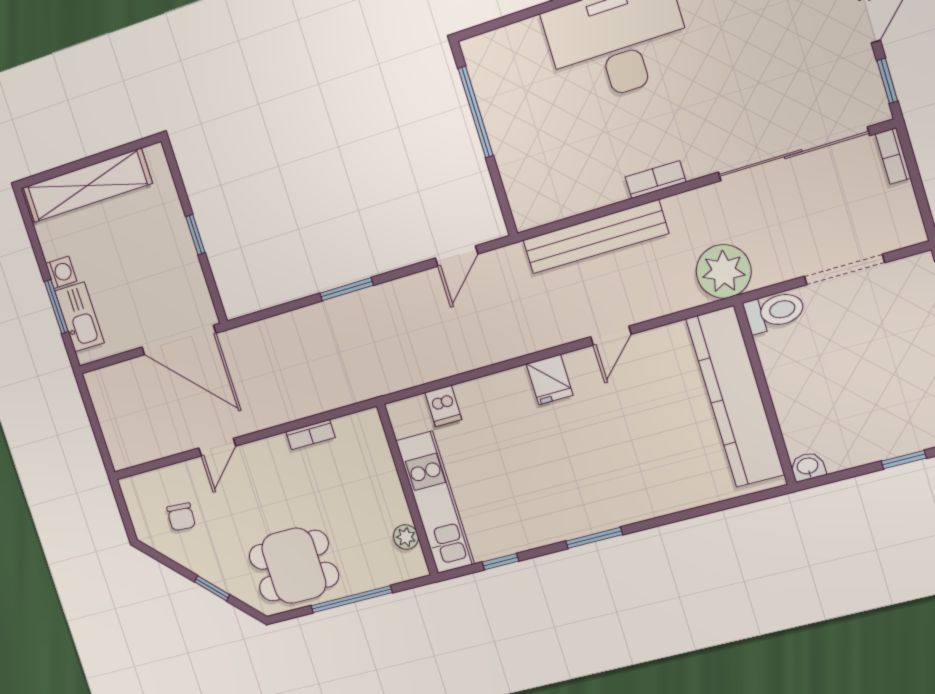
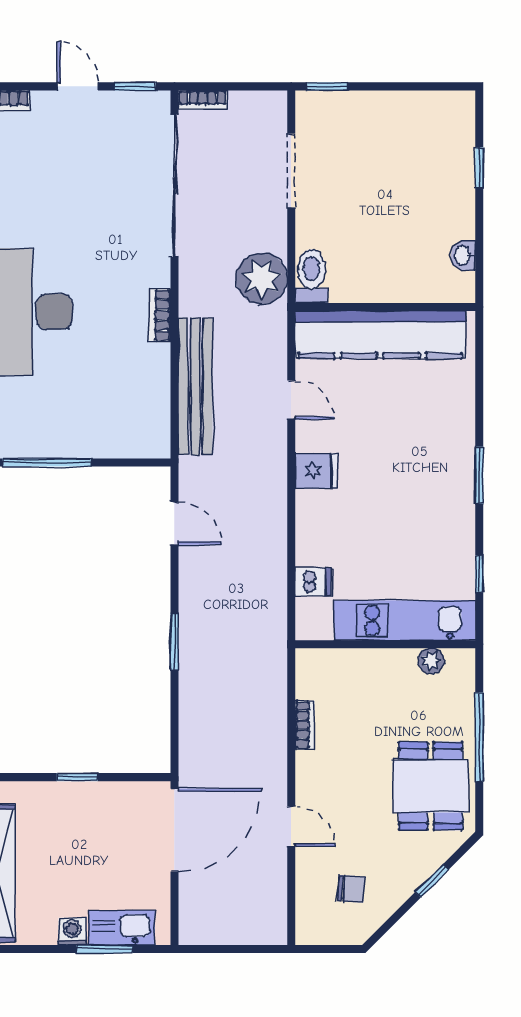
toilet: (774, 311) -> (311, 276), moved
wall: (765, 394) -> (385, 307), moved
kitchen counter: (735, 397) -> (380, 335), moved

